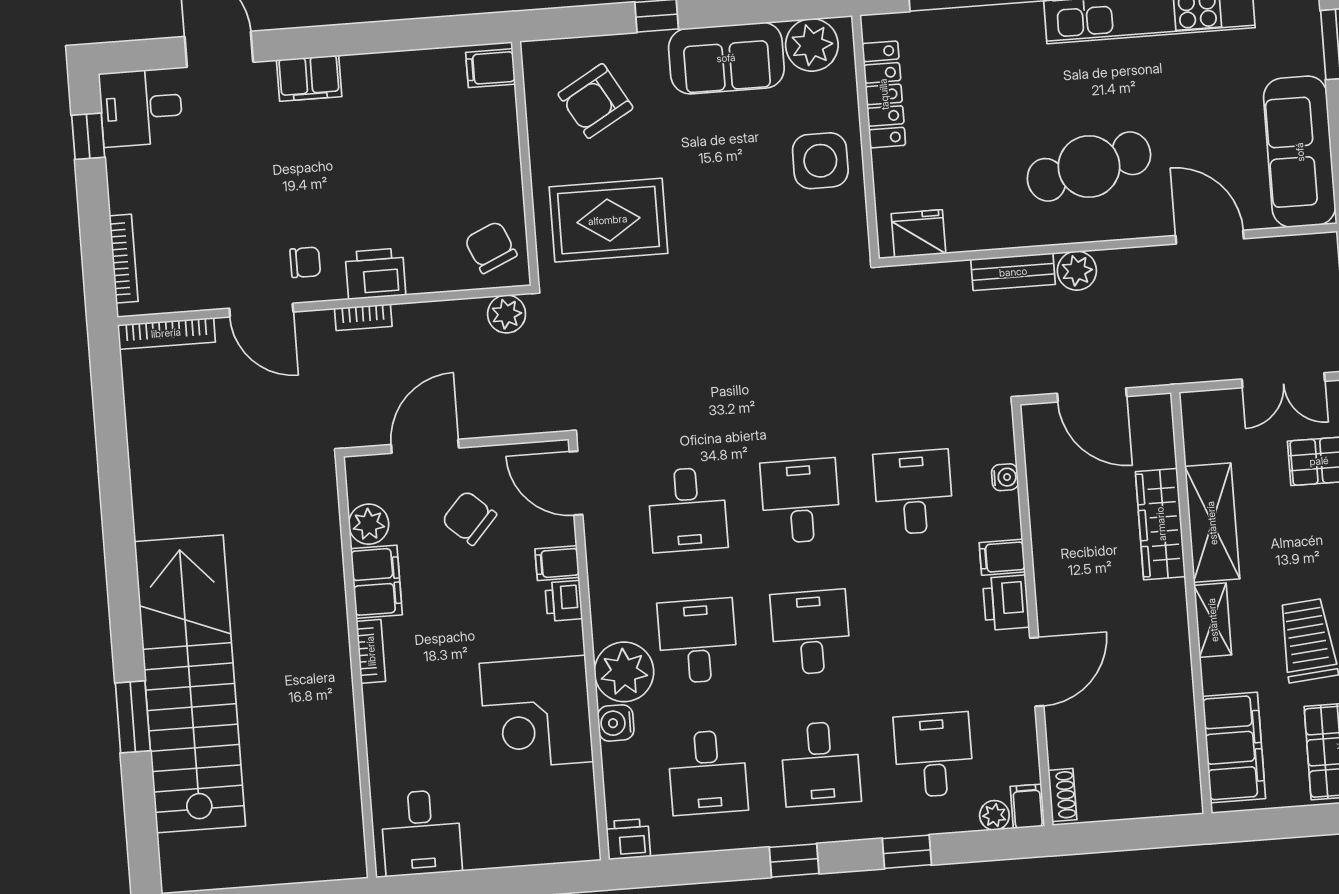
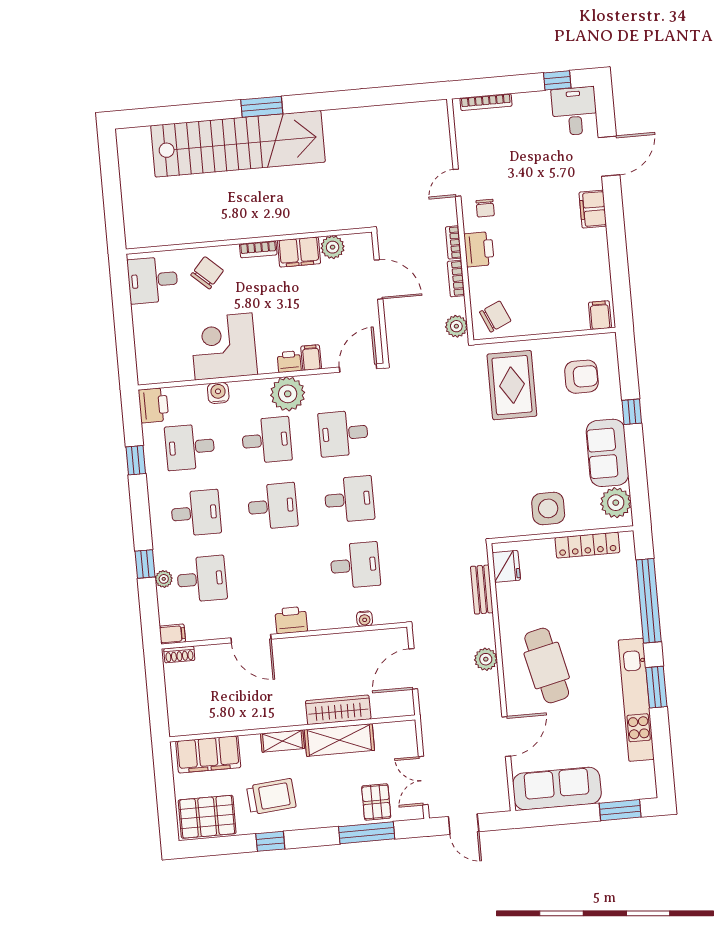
armchair: (595, 101) -> (581, 377), turned 120
bench: (1013, 272) -> (482, 590), moved
door: (261, 310) -> (457, 183), width x0.73
bookcase: (166, 333) -> (456, 279), moved, width x0.64
chair: (469, 518) -> (207, 273), moved
filing cabinet: (1002, 557) -> (318, 618), removed
plant: (624, 672) -> (288, 394), moved
window: (133, 717) -> (262, 107), moved
desk: (821, 764) -> (196, 513), turned 180
plant: (994, 815) -> (164, 579), moved
printer: (628, 839) -> (153, 405), width x1.36, depth x1.24
window: (794, 860) -> (136, 460), moved

